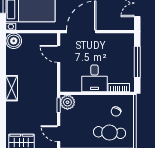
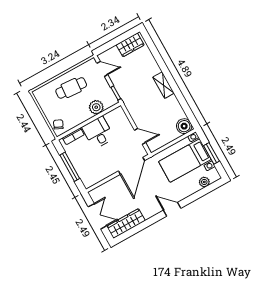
plant: (67, 102) -> (96, 107), moved
chair: (116, 111) -> (58, 124), moved
cafe table: (110, 133) -> (71, 88), moved

